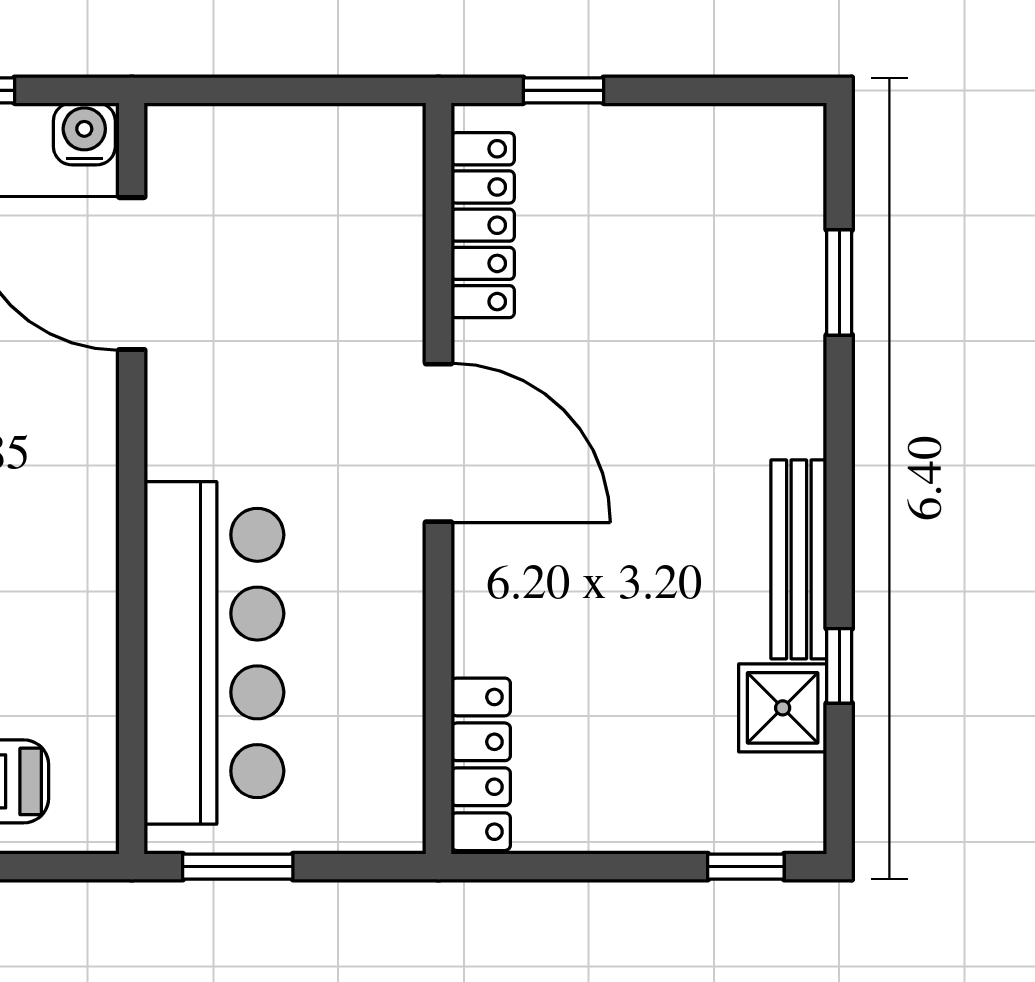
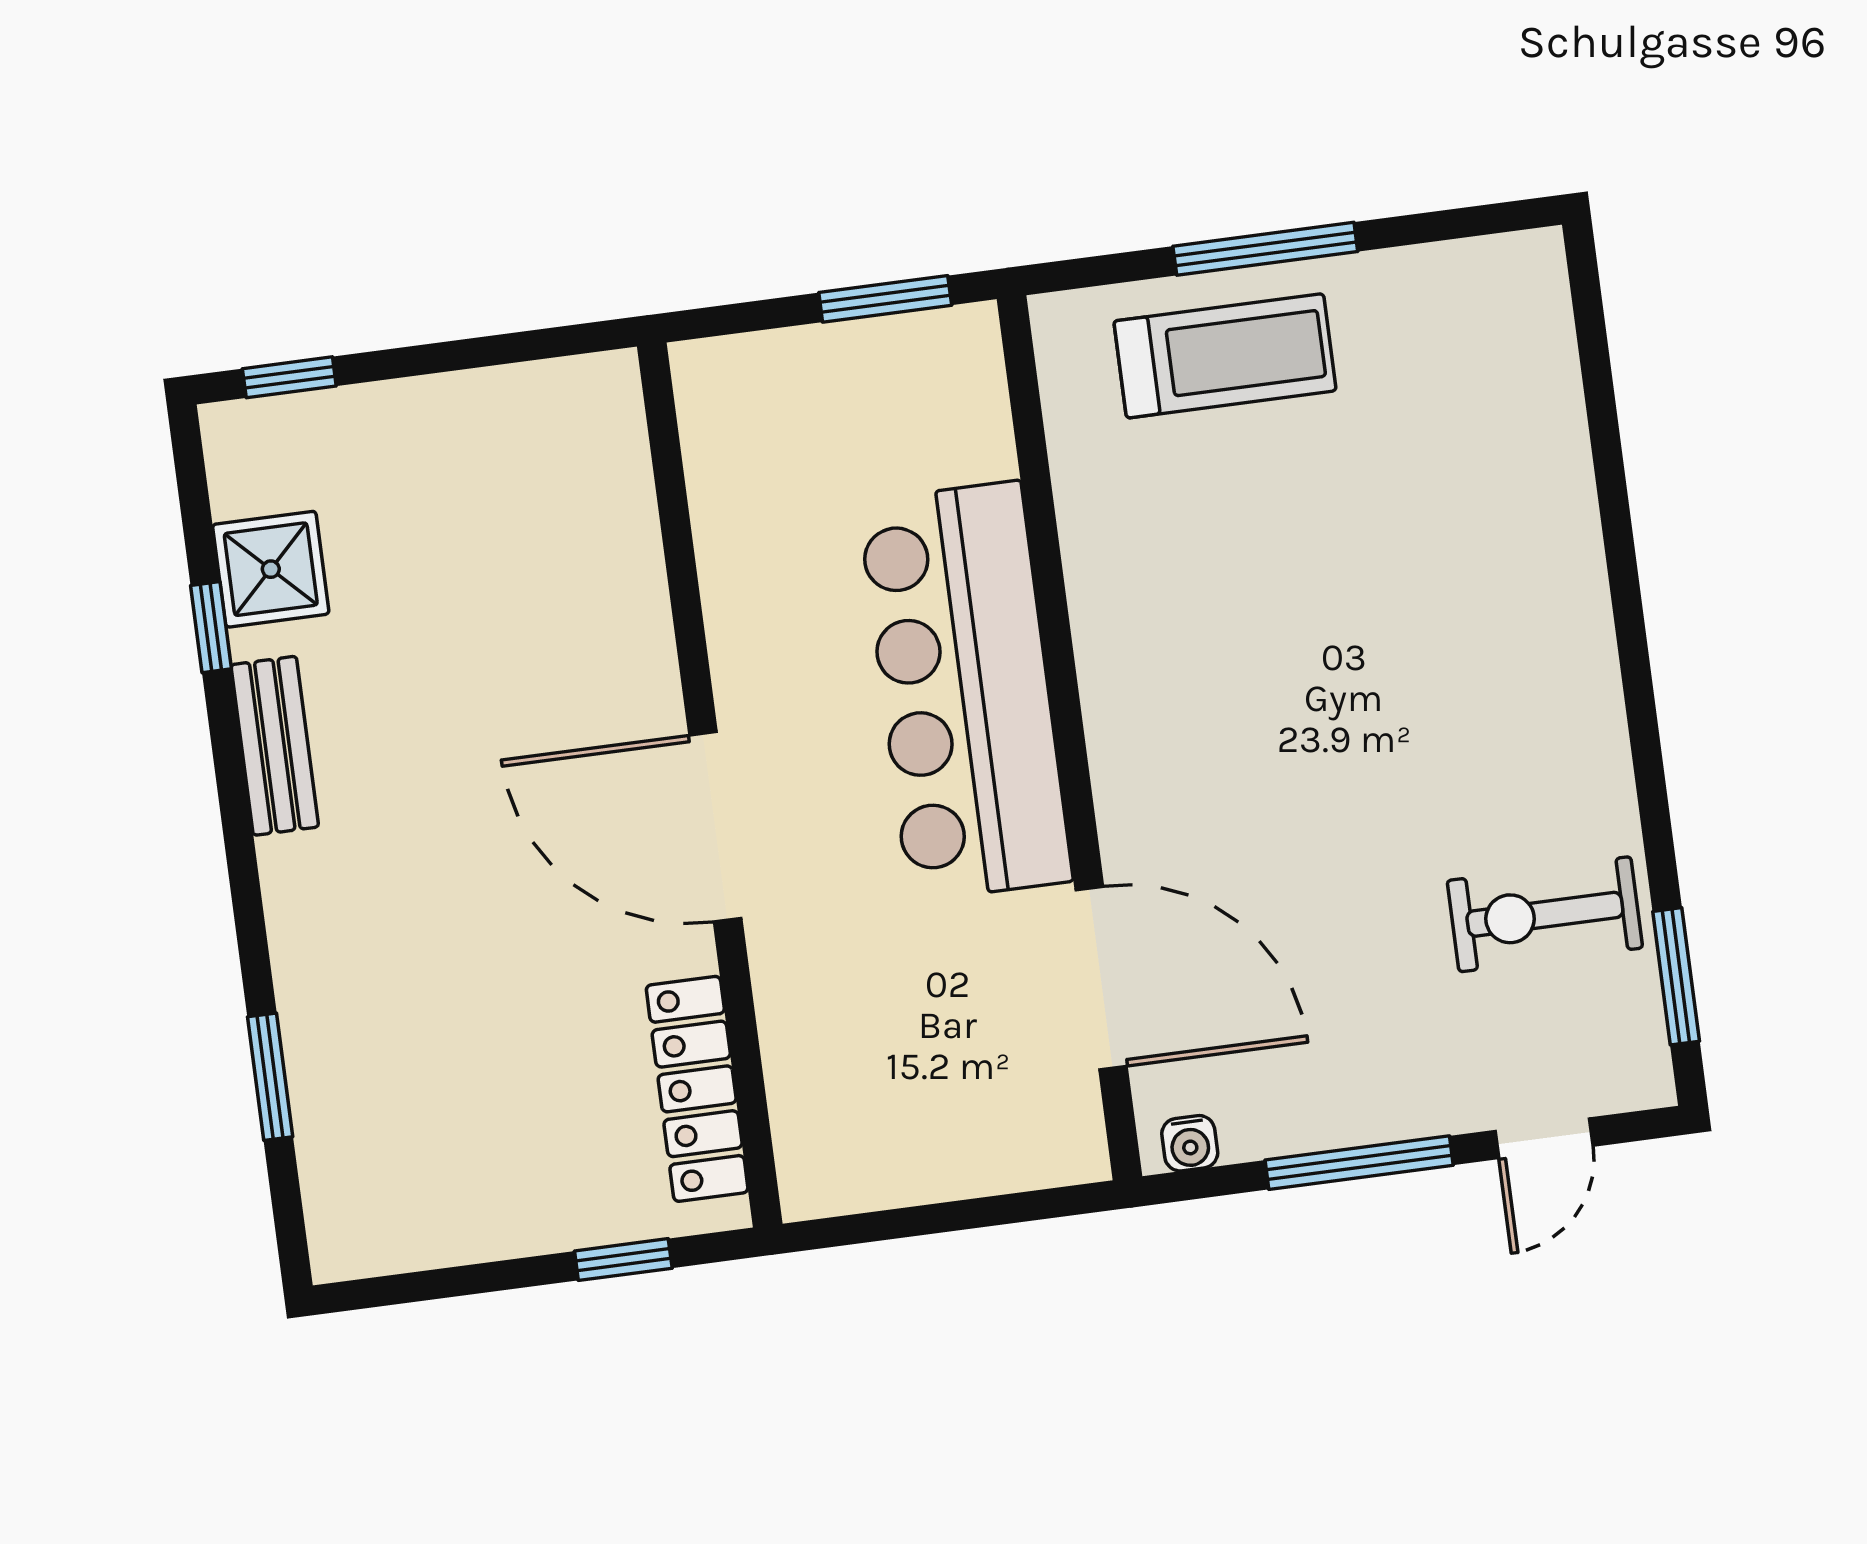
water cooler: (84, 134) -> (1190, 1143), width x0.72, depth x0.72
bench: (799, 559) -> (275, 746), width x0.73
bar counter: (214, 653) -> (965, 691), moved
locker: (481, 764) -> (616, 456), removed

